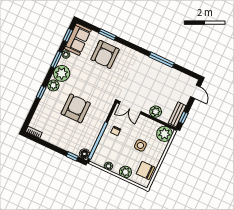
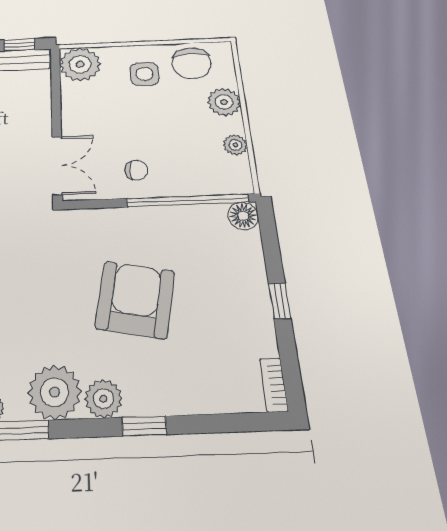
armchair: (76, 108) -> (135, 299), turned 101
plant: (156, 112) -> (36, 106), removed
side table: (140, 145) -> (144, 74), moved
window: (72, 156) -> (280, 301), moved

